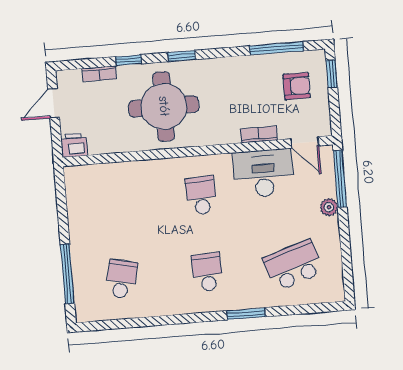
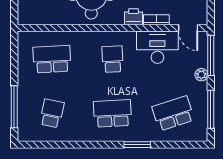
printer: (74, 145) -> (134, 17), moved
school desk: (115, 202) -> (52, 59), added
window: (346, 255) -> (211, 109), added
school desk: (207, 272) -> (112, 113), width x1.85

